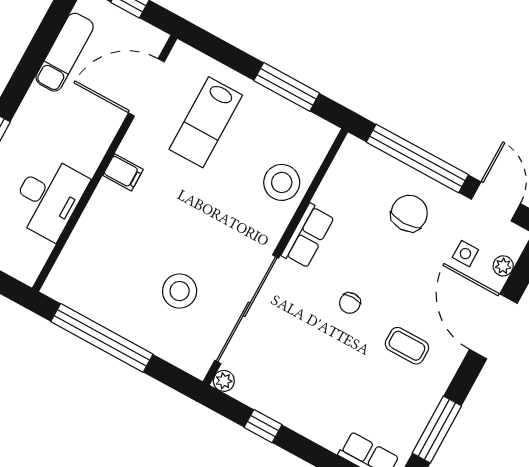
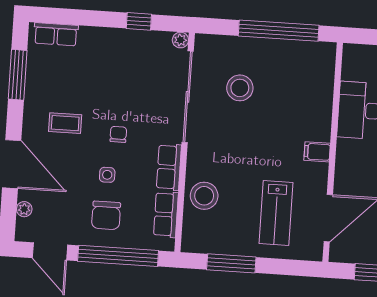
lab bench: (206, 122) -> (276, 213), turned 180
row of seats: (338, 181) -> (166, 215), added
side table: (465, 254) -> (107, 175), moved

